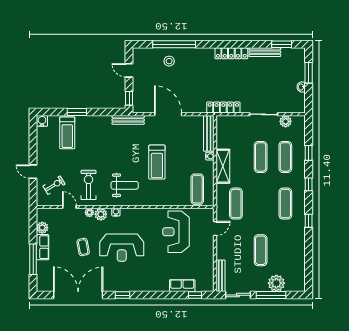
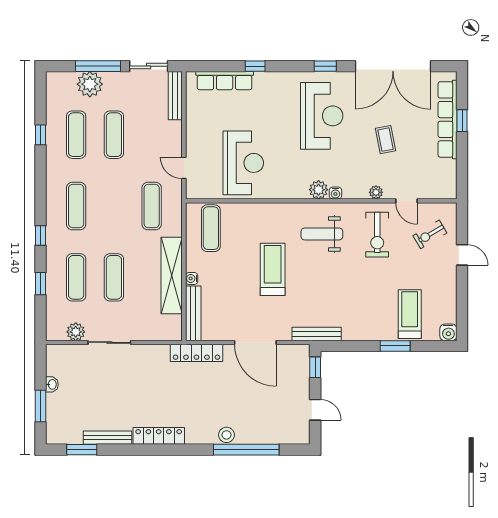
stool: (169, 61) -> (226, 435), moved
locker: (223, 108) -> (196, 353), moved
shelving: (223, 166) -> (172, 275), width x1.47
plant: (101, 214) -> (319, 190), moved
window: (309, 221) -> (40, 135), moved
plant: (42, 228) -> (448, 169), removed
door: (215, 229) -> (184, 168), hinge flipped
row of seats: (43, 247) -> (447, 119), width x2.02
reception desk: (122, 248) -> (322, 116), moved, turned 90
exercise mat: (285, 250) -> (76, 135), added
window: (33, 259) -> (462, 121), width x0.46
row of seats: (182, 286) -> (225, 81), width x1.48
window: (195, 295) -> (255, 66), moved

